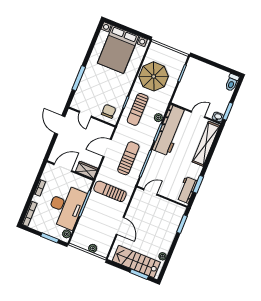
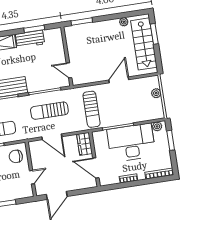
workbench: (187, 190) -> (30, 39), moved

